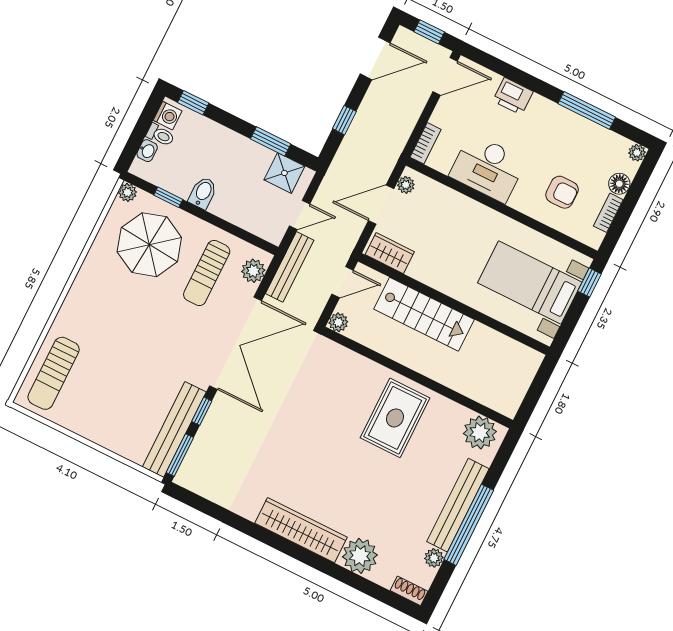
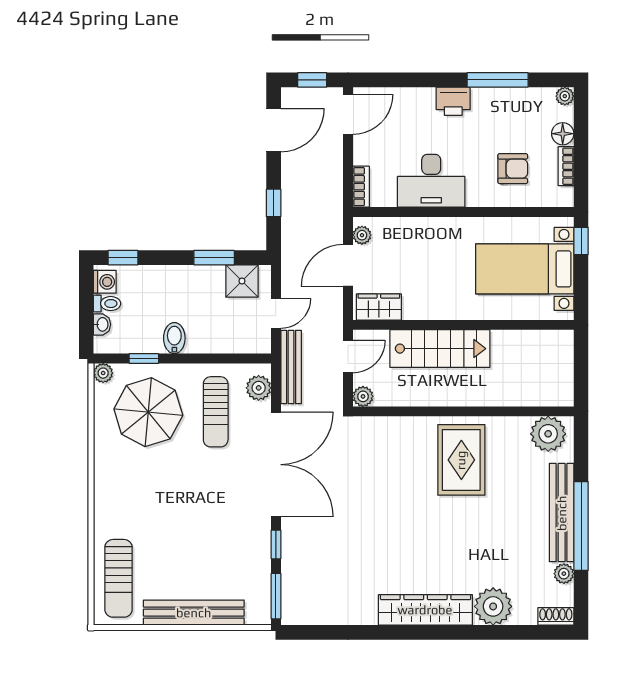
printer: (513, 96) -> (453, 101), moved
bench: (174, 429) -> (194, 613), moved, turned 90

